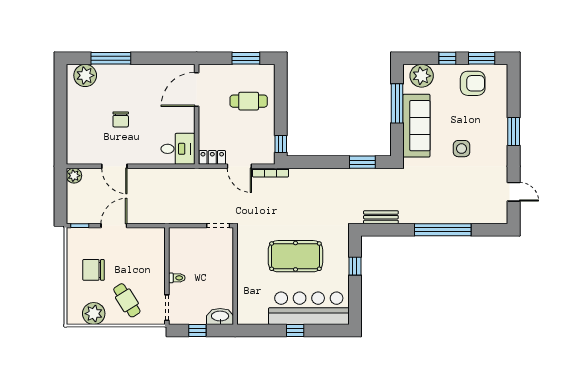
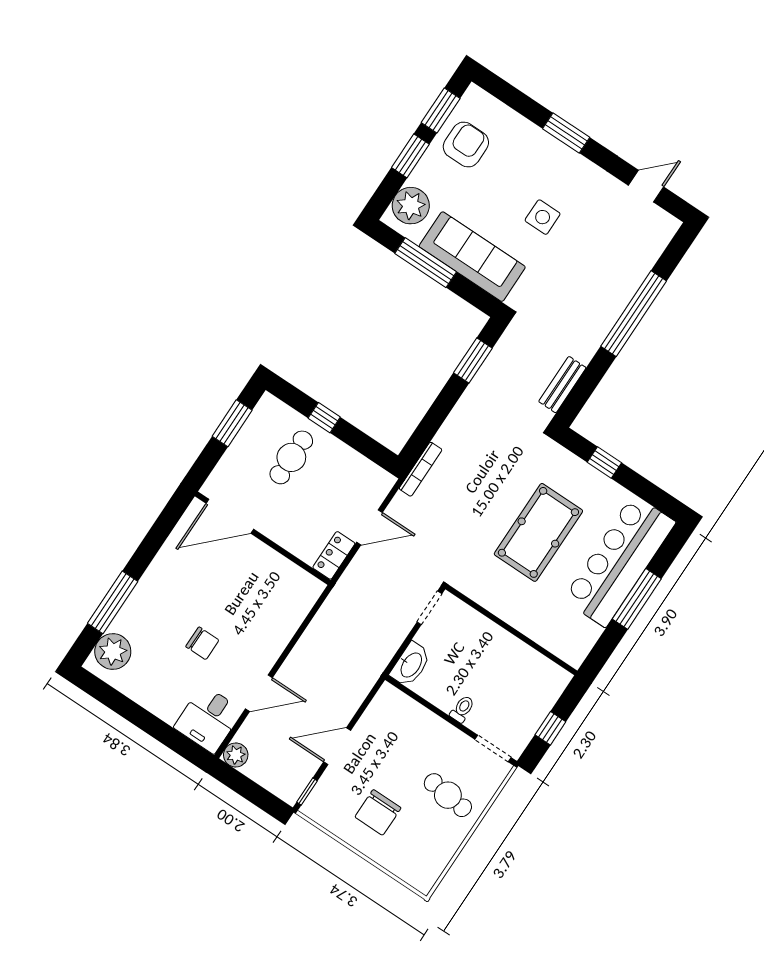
window: (447, 58) -> (410, 156), width x1.50
door: (197, 89) -> (230, 516), hinge flipped
window: (281, 144) -> (324, 418), moved
desk: (178, 149) -> (208, 719), moved, turned 180
bookcase: (270, 173) -> (421, 469), moved
door: (114, 226) -> (337, 746), hinge flipped
cafe table: (127, 300) -> (448, 795), turned 39
plant: (94, 314) -> (436, 851), removed
washbasin: (220, 316) -> (411, 665), moved, turned 180
window: (295, 331) -> (637, 599), width x2.17

